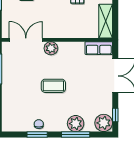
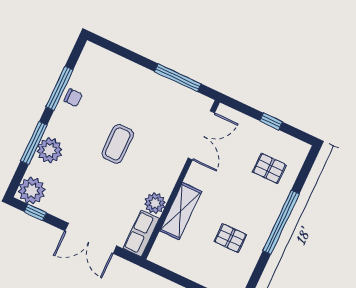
shelving: (106, 21) -> (181, 211), moved, turned 90
plant: (51, 48) -> (155, 203), moved
window: (37, 135) -> (59, 88), width x1.44

